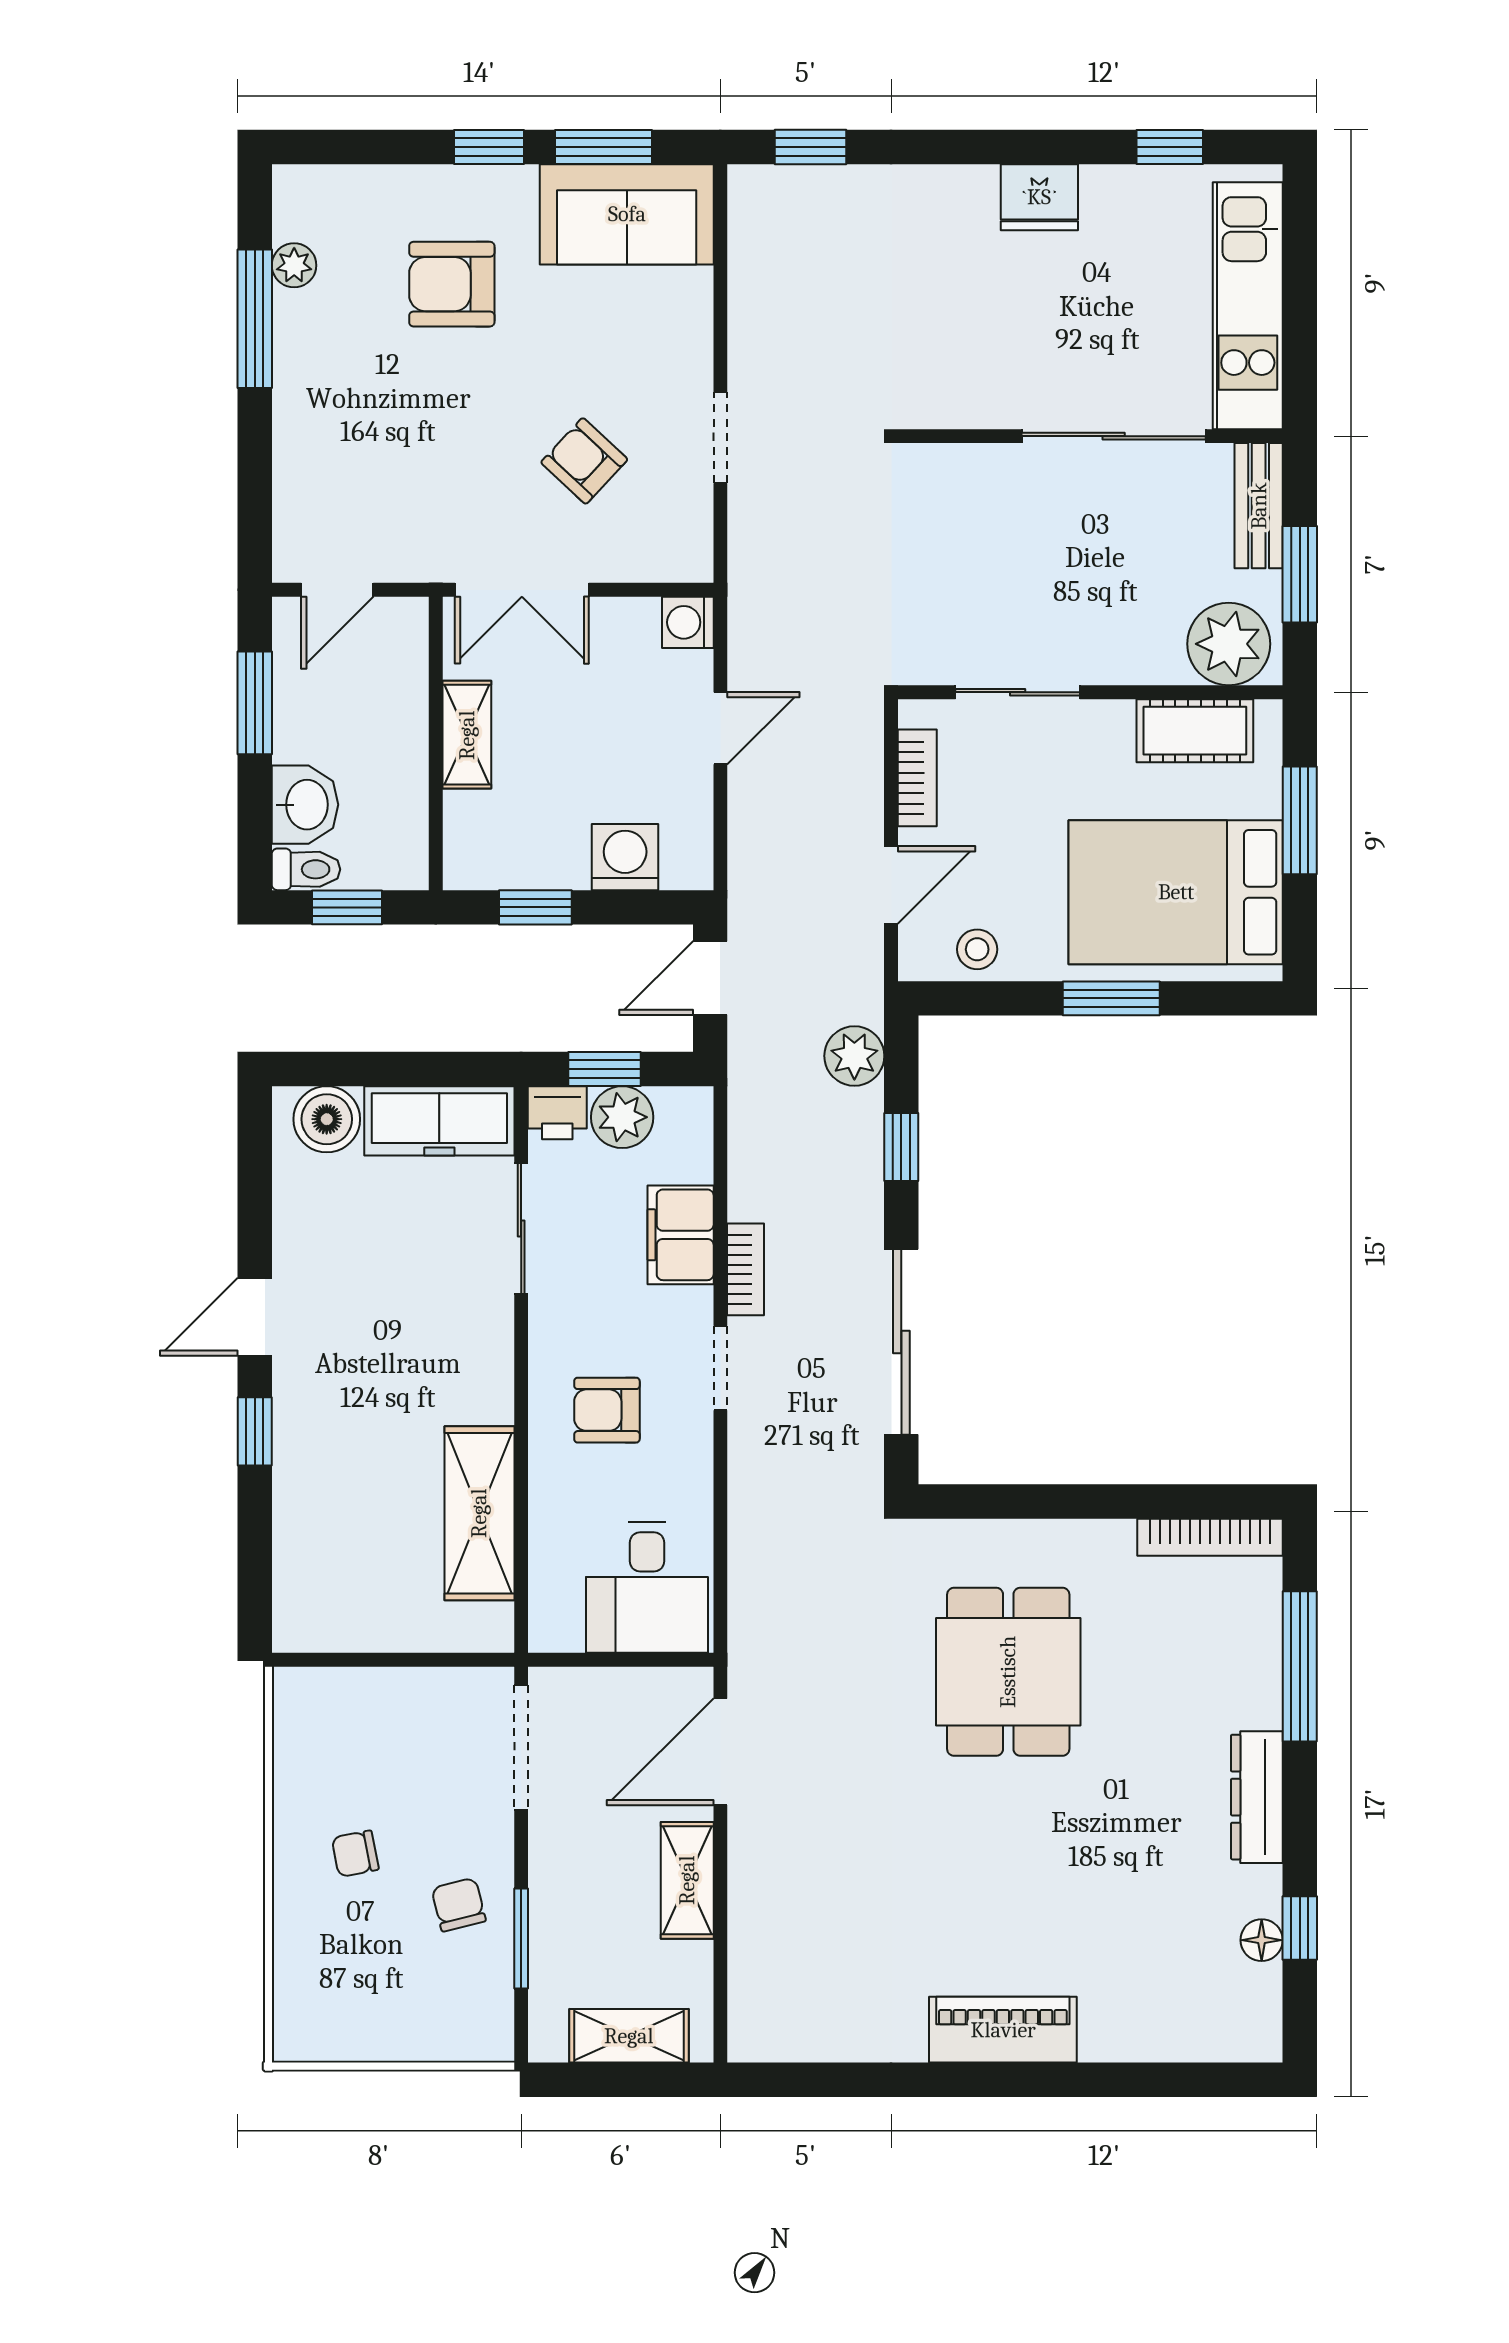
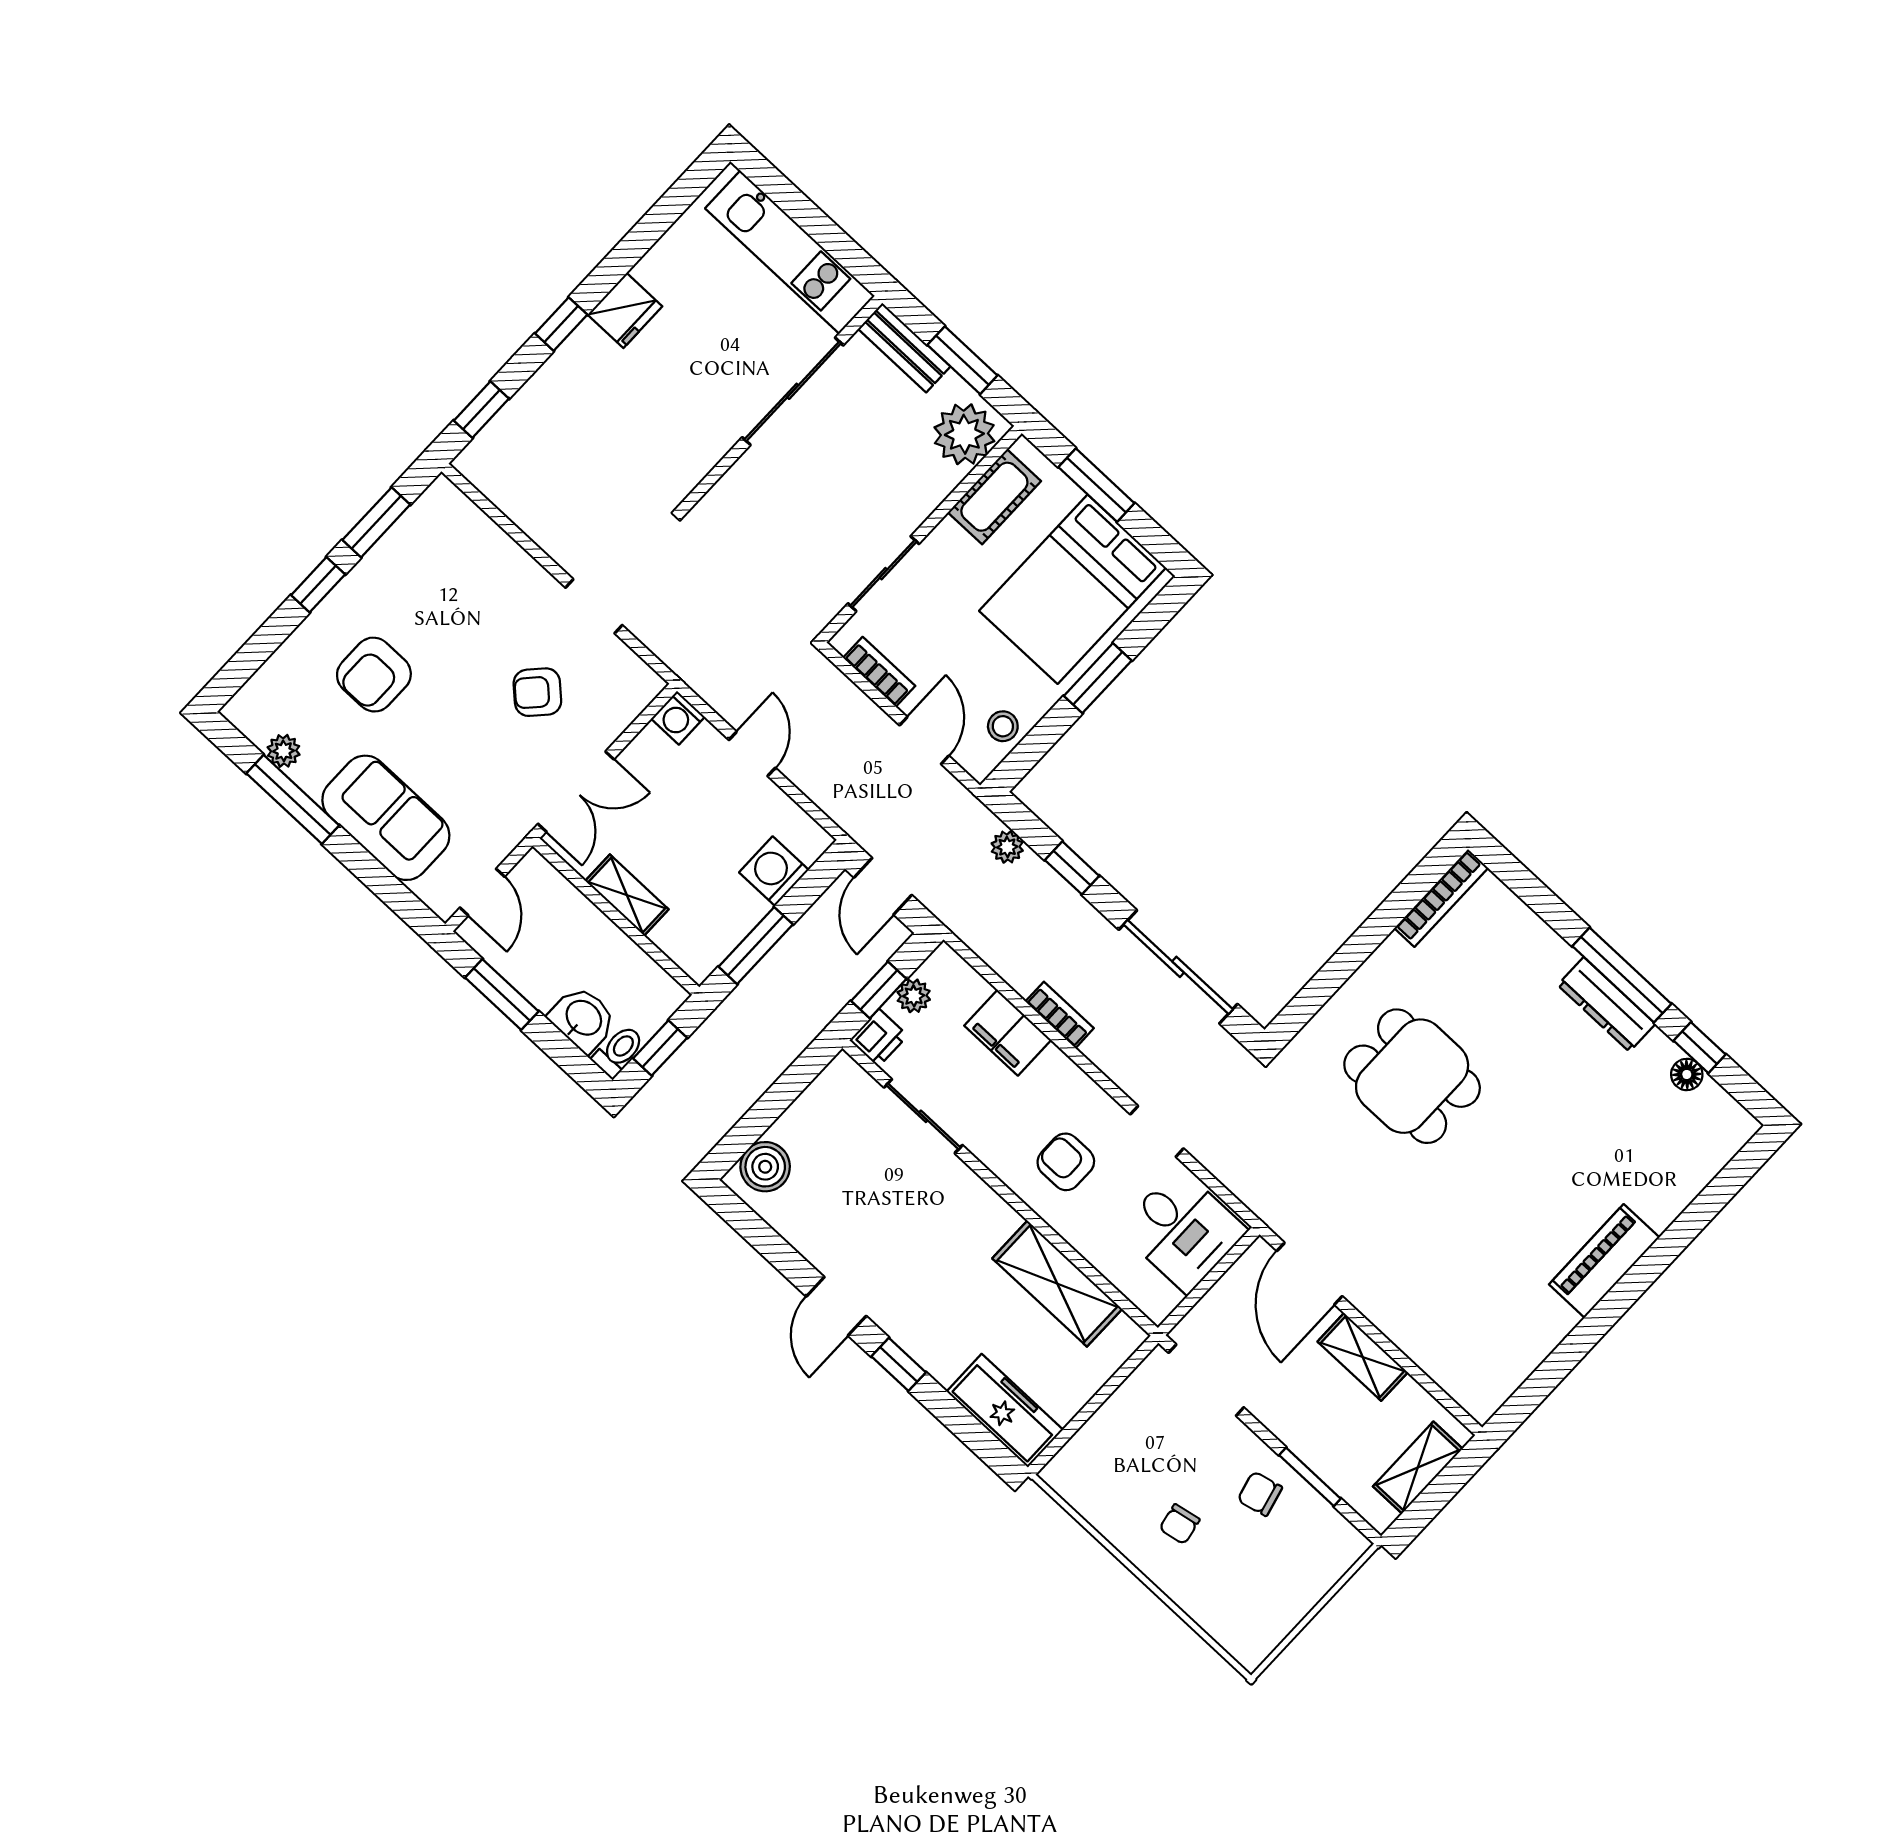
window: (1170, 147) -> (561, 324), moved
sofa: (627, 214) -> (386, 818), moved, turned -90
window: (535, 907) -> (756, 946), width x1.50
plant: (854, 1056) -> (1007, 847), width x0.73, depth x0.73
plant: (622, 1117) -> (914, 996), width x0.73, depth x0.73
freezer: (439, 1121) -> (1005, 1411), moved, turned -90
doorway: (720, 1368) -> (1157, 1131), moved
armchair: (607, 1410) -> (1066, 1162), turned 90
window: (1300, 1666) -> (1622, 975), moved

